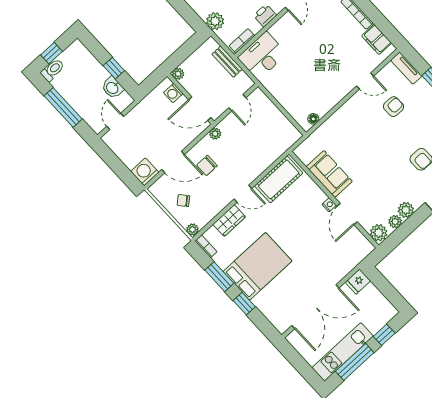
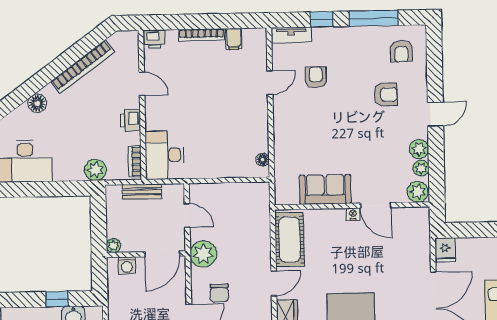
filing cabinet: (377, 39) -> (234, 39), width x0.50
plant: (215, 134) -> (203, 254), width x1.87, depth x1.87

